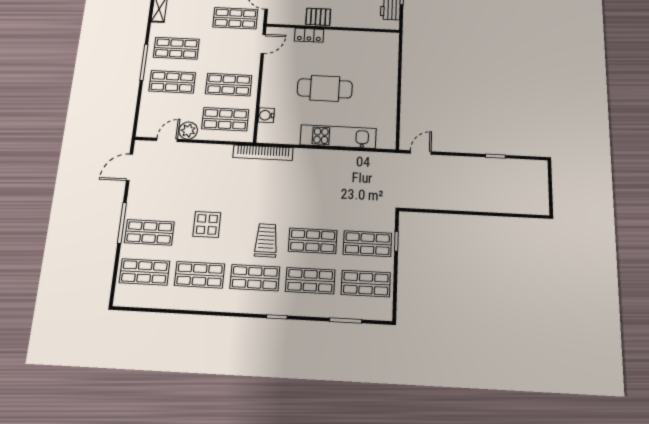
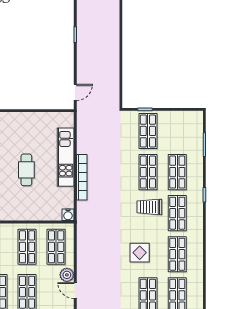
cafe table: (325, 88) -> (26, 170), width x0.73, depth x0.74
water cooler: (266, 115) -> (68, 215), moved
door: (421, 152) -> (75, 92), swing flipped
bookcase: (263, 153) -> (82, 177), moved
shop shelf: (366, 284) -> (177, 131), removed

